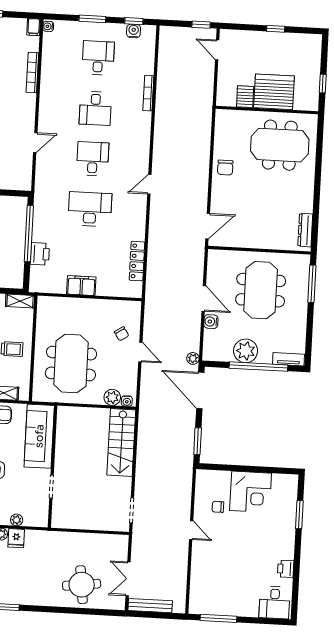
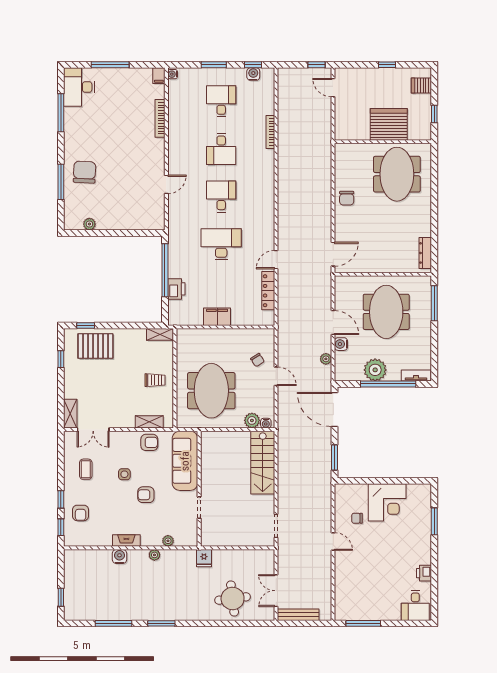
server rack: (245, 97) -> (421, 85), moved, turned -90
meeting table: (280, 145) -> (397, 174), turned 90
door: (149, 184) -> (276, 260), moved
plant: (193, 358) -> (326, 359), moved
fridge: (16, 538) -> (204, 558), moved

